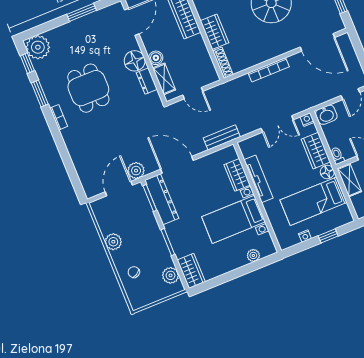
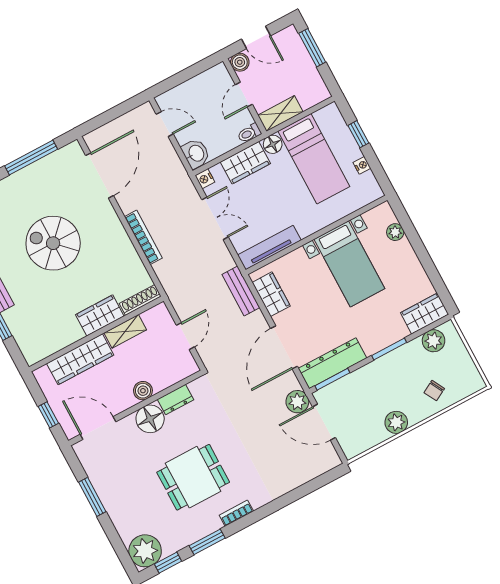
shelving: (164, 79) -> (125, 331), moved
wardrobe: (237, 175) -> (271, 294), moved, turned -90
tv unit: (258, 179) -> (269, 248), moved

